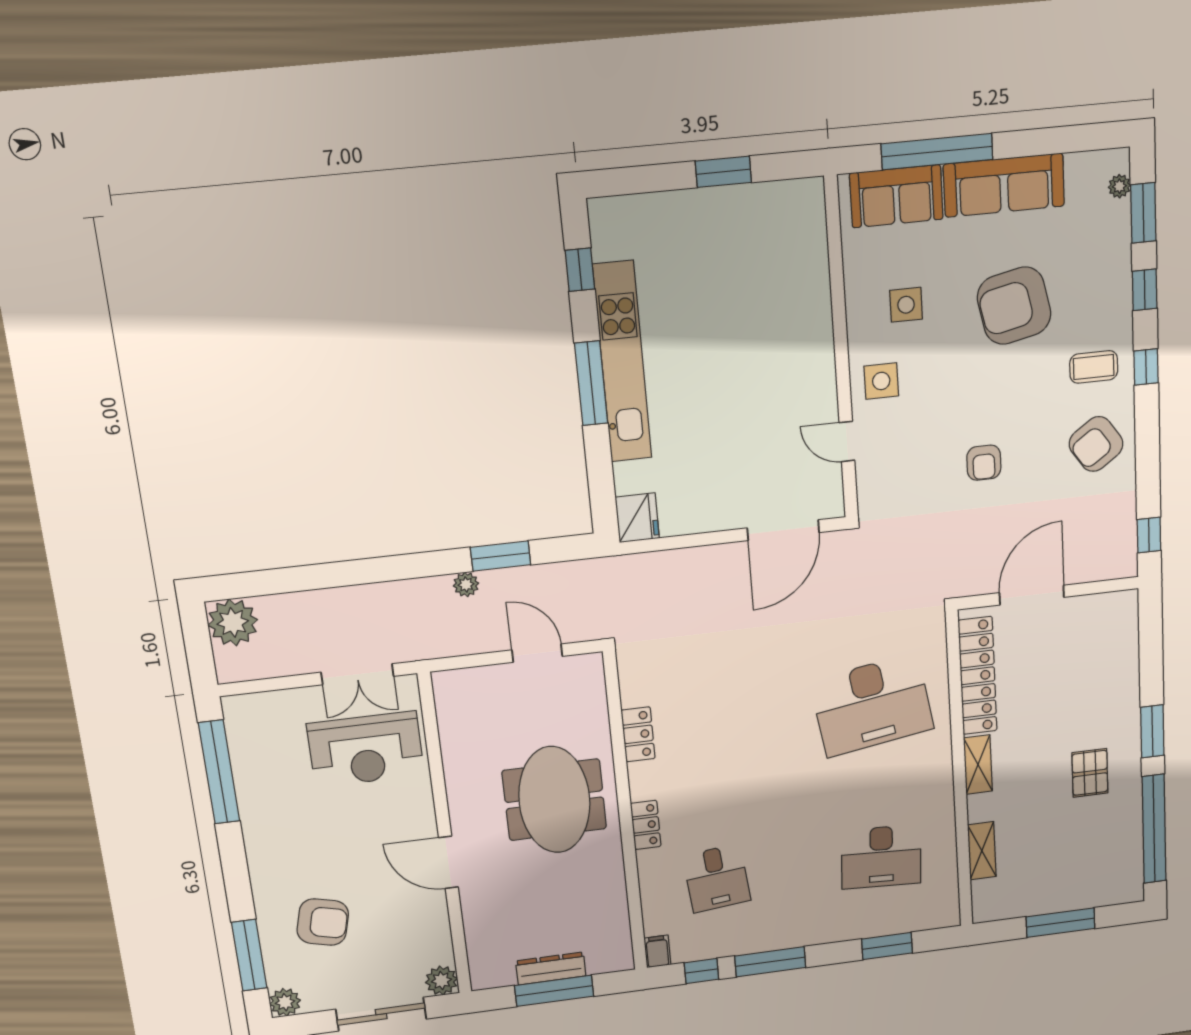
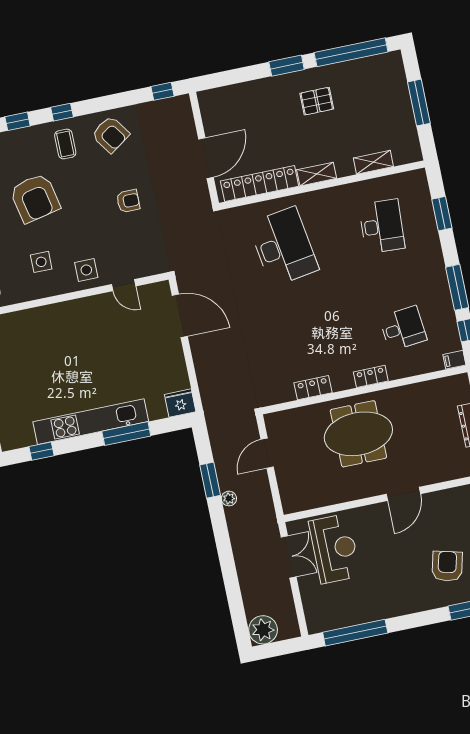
window: (591, 383) -> (126, 434), moved
door: (847, 442) -> (124, 285), hinge flipped
door: (1032, 595) -> (206, 158), swing flipped

